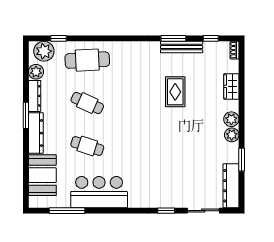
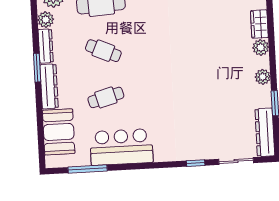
rug: (175, 92) -> (199, 33), removed
plant: (231, 119) -> (261, 47), moved
cafe table: (87, 146) -> (106, 97), turned -33

